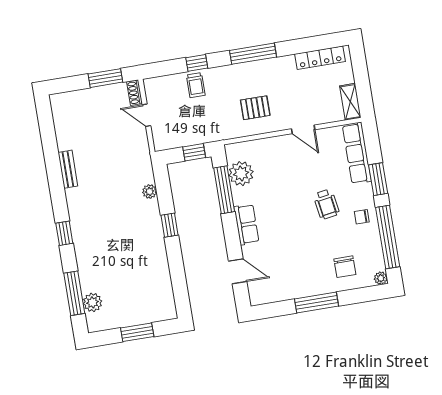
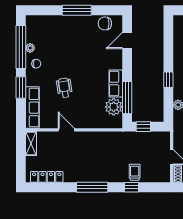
pallet: (255, 108) -> (97, 150), removed
wheelchair: (326, 204) -> (64, 88), moved
row of seats: (246, 224) -> (116, 84), moved
chair: (345, 267) -> (105, 23), moved, turned -90
door: (238, 271) -> (127, 41), hinge flipped
plant: (381, 278) -> (30, 48), moved

